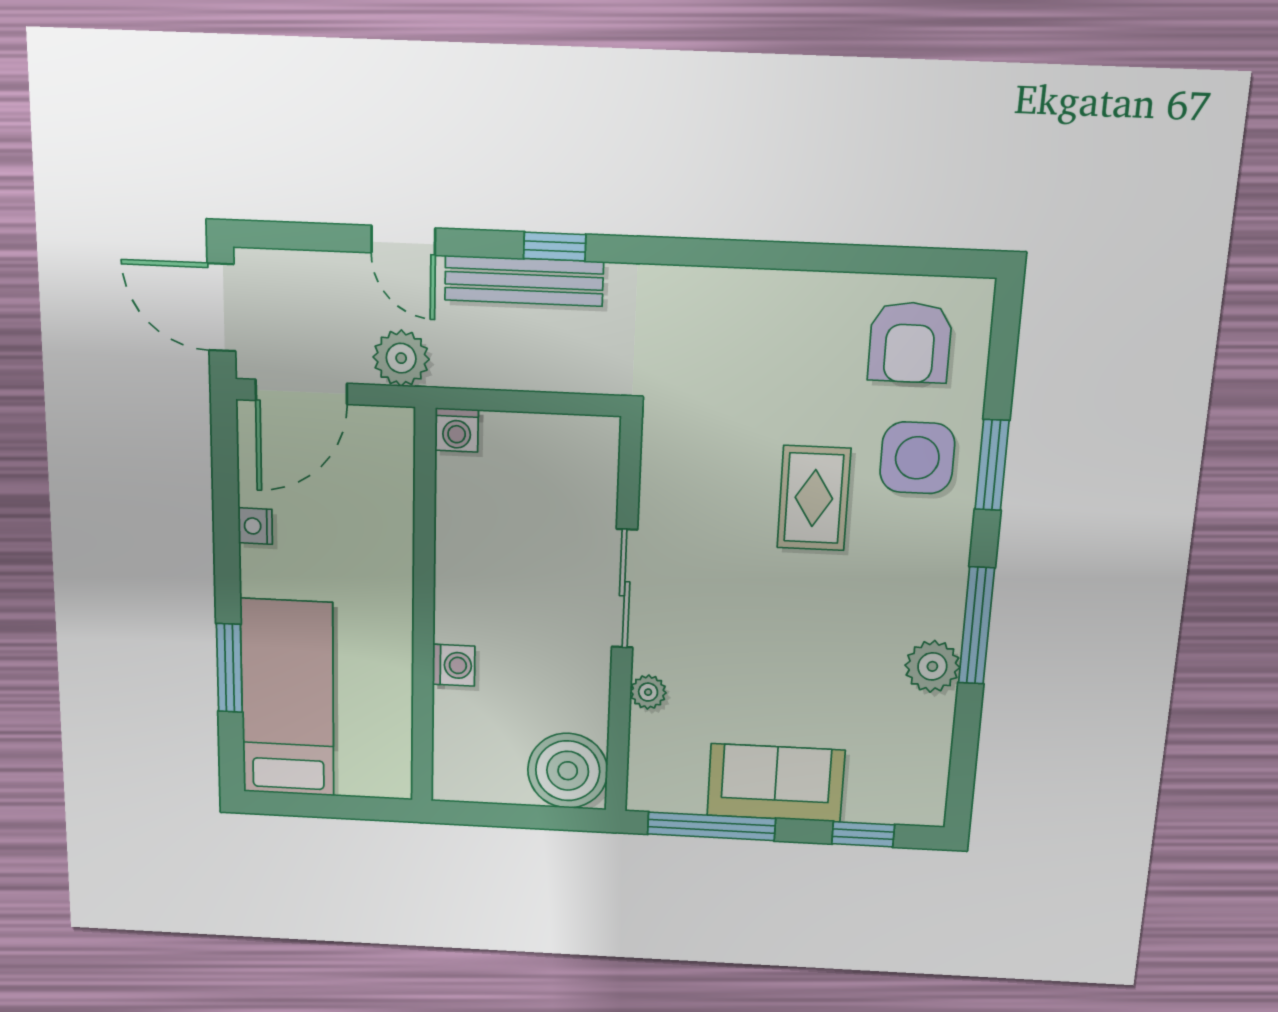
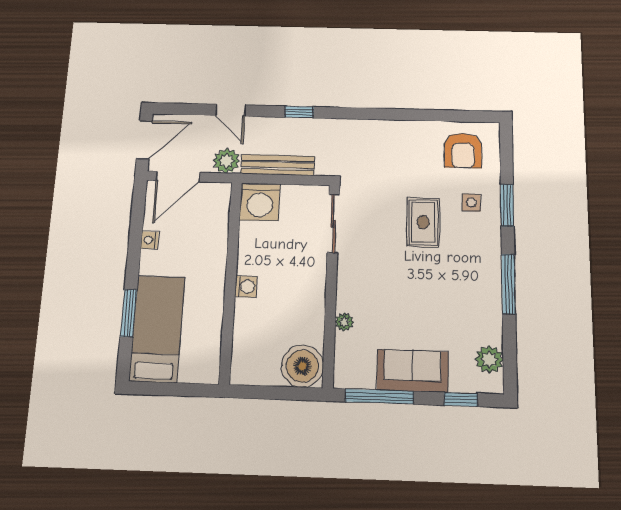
bench: (524, 281) -> (278, 165), moved
door: (221, 307) -> (144, 140), swing flipped
washing machine: (457, 430) -> (260, 202), width x1.89, depth x1.89
side table: (917, 458) -> (471, 202), width x0.54, depth x0.54
sliding door: (625, 589) -> (333, 224), moved
washing machine: (454, 665) -> (246, 287), moved
plant: (932, 666) -> (489, 359), moved

